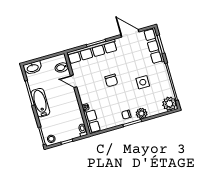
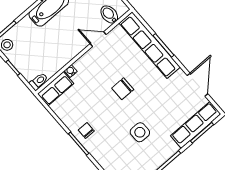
door: (74, 81) -> (98, 39), hinge flipped
plant: (142, 113) -> (97, 150), removed

